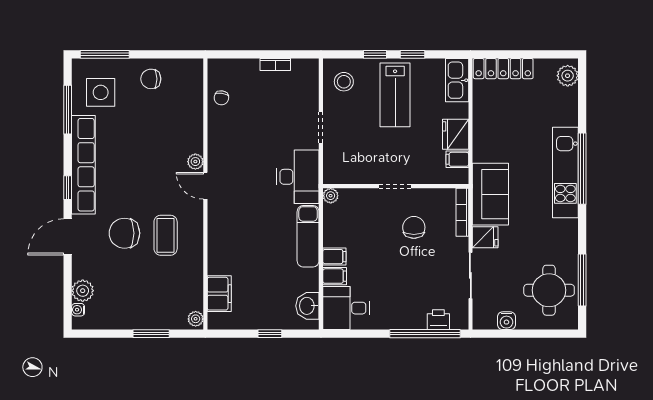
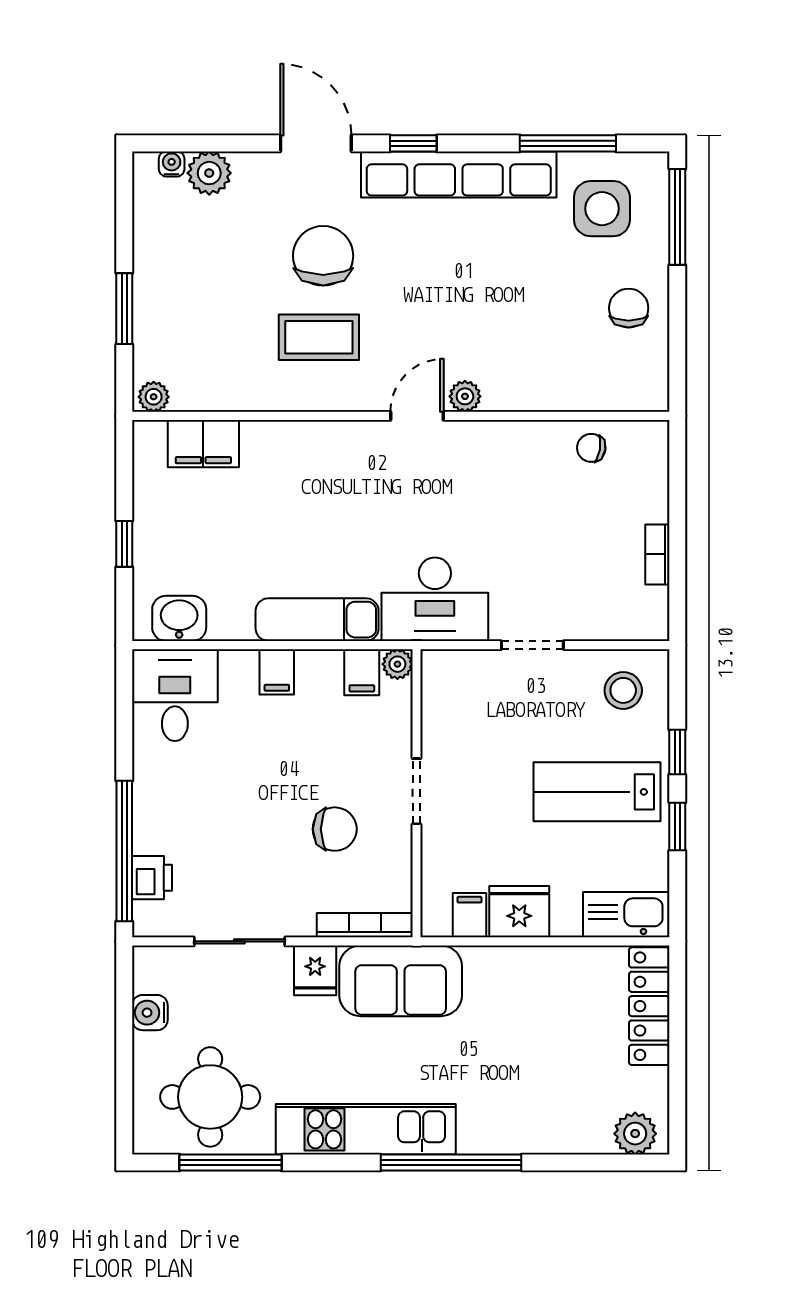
kitchen unit: (565, 173) -> (366, 1129), moved
filing cabinet: (335, 276) -> (362, 672), moved

